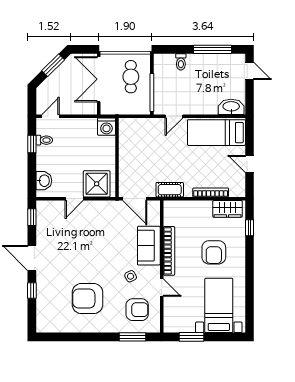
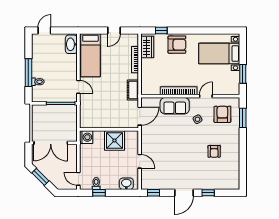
window: (212, 49) -> (28, 73), moved
cafe table: (131, 77) -> (49, 119), removed
shower: (97, 184) -> (114, 140), moved
armchair: (214, 252) -> (177, 45), moved
armchair: (87, 299) -> (214, 151), width x0.53, depth x0.53

